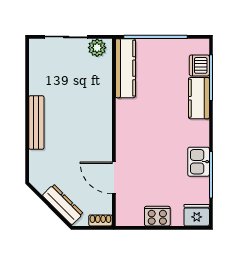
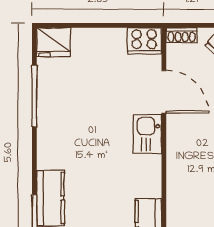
kitchen sink: (199, 162) -> (147, 134), moved, turned 180
cooker: (157, 216) -> (144, 41), moved

